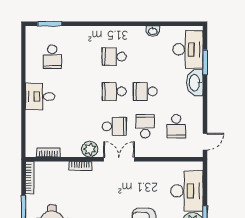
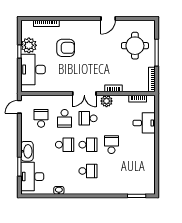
school desk: (52, 57) -> (111, 145), moved
desk: (40, 97) -> (144, 123), moved

